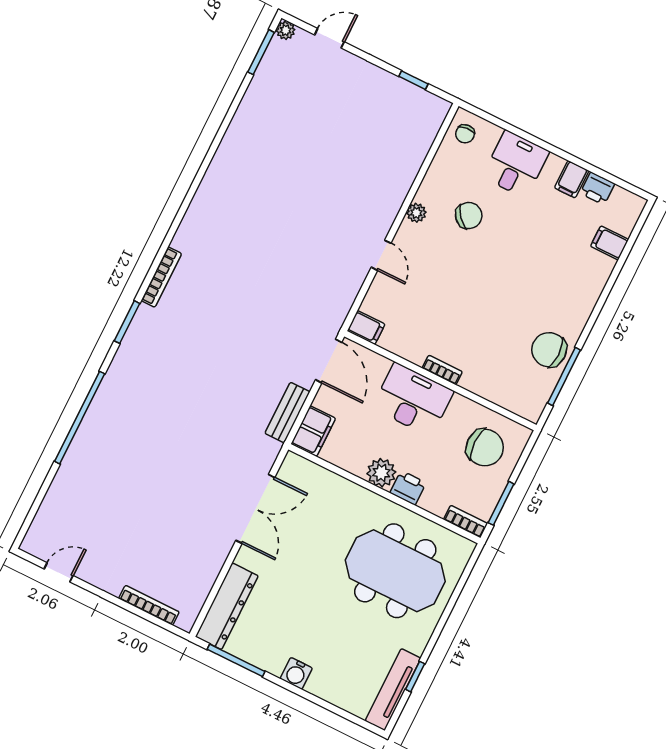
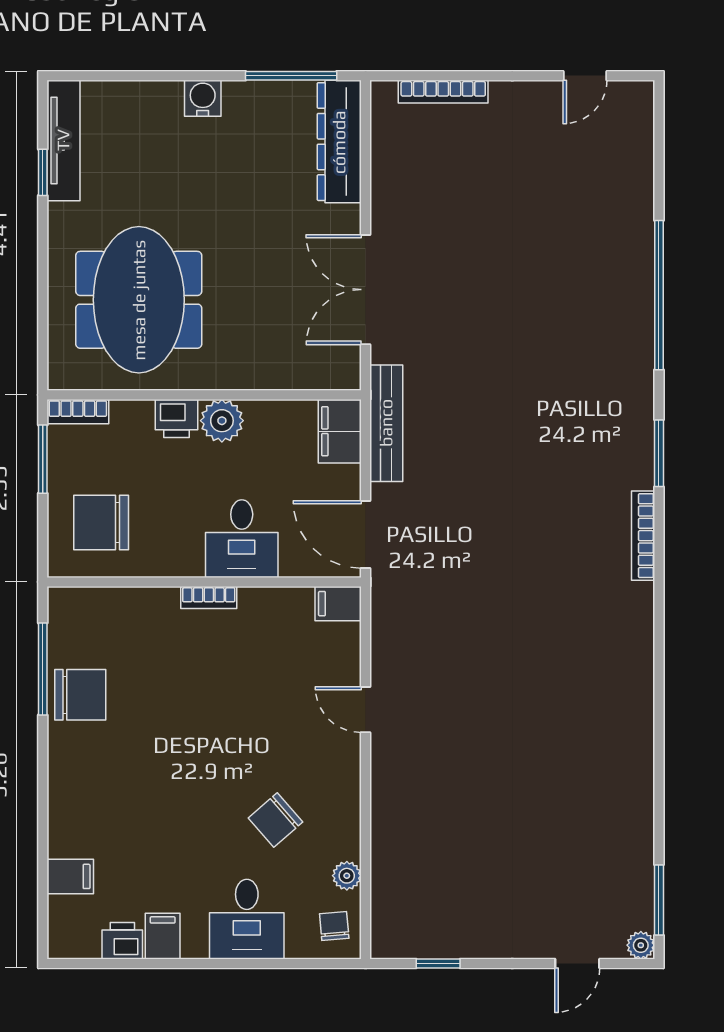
plant: (416, 213) -> (347, 876), moved
desk: (413, 400) -> (242, 539), width x0.73
bench: (287, 413) -> (386, 423), width x1.36
meeting table: (395, 571) -> (139, 300), turned 90

